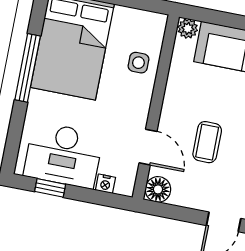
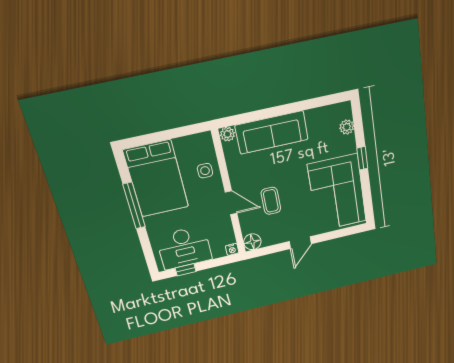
door: (148, 147) -> (231, 203), moved
nightstand: (105, 184) -> (232, 249), moved

